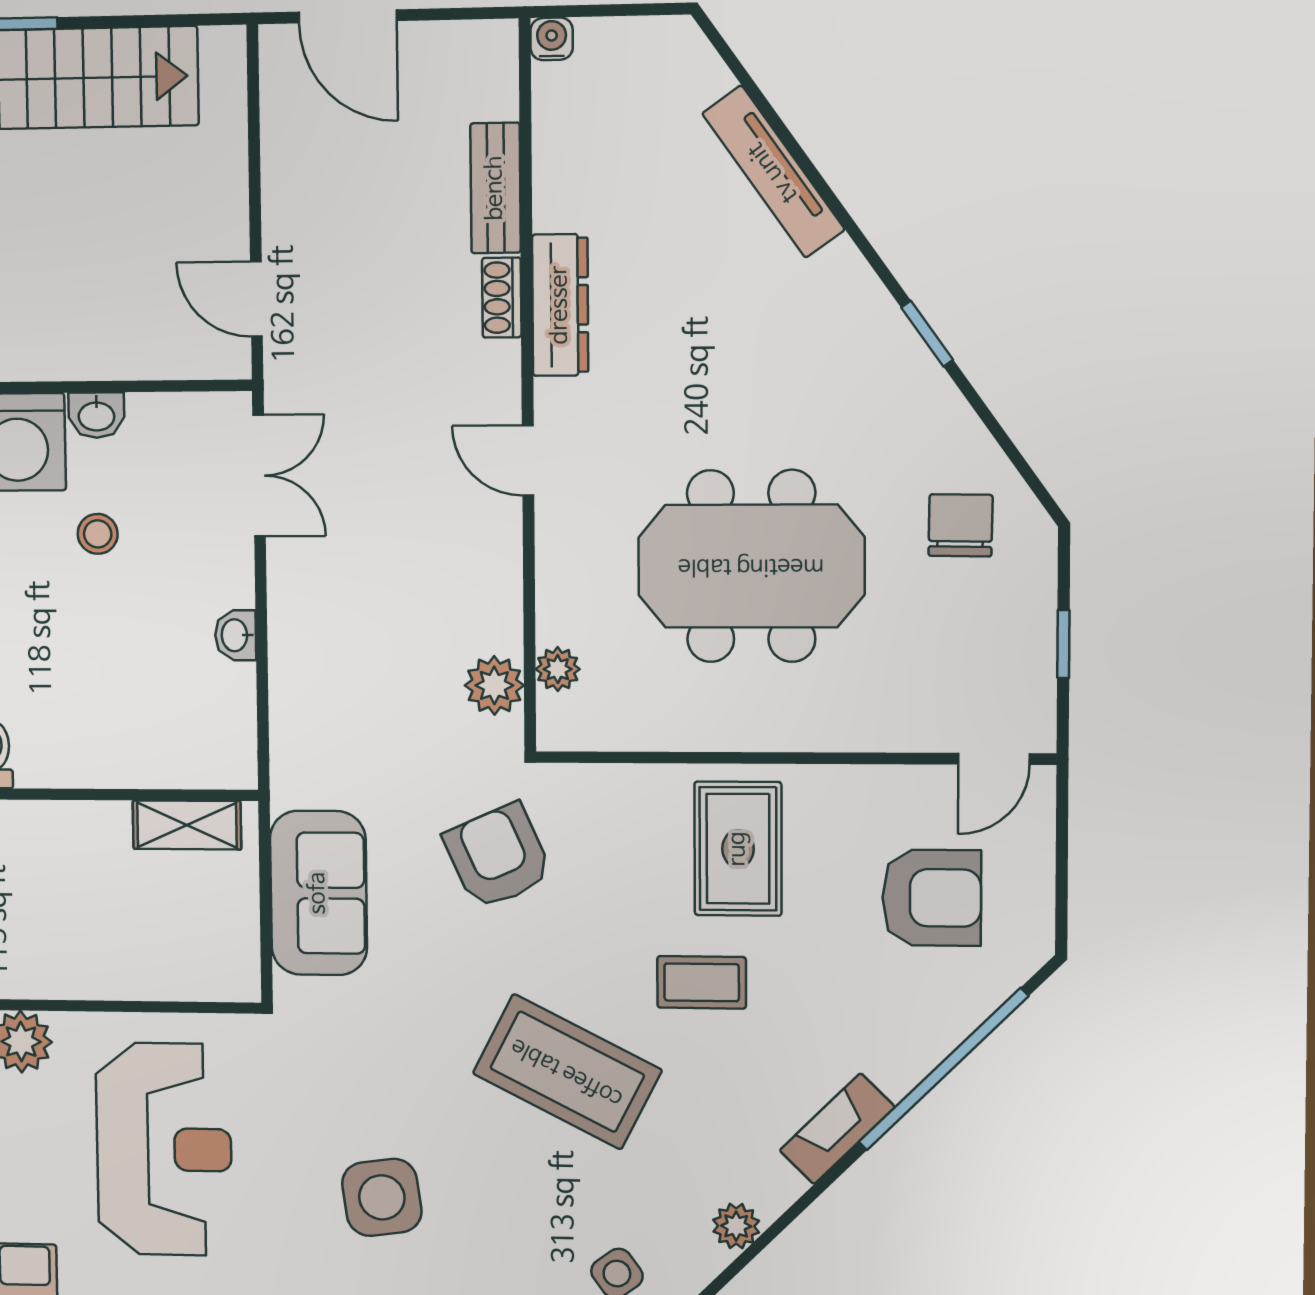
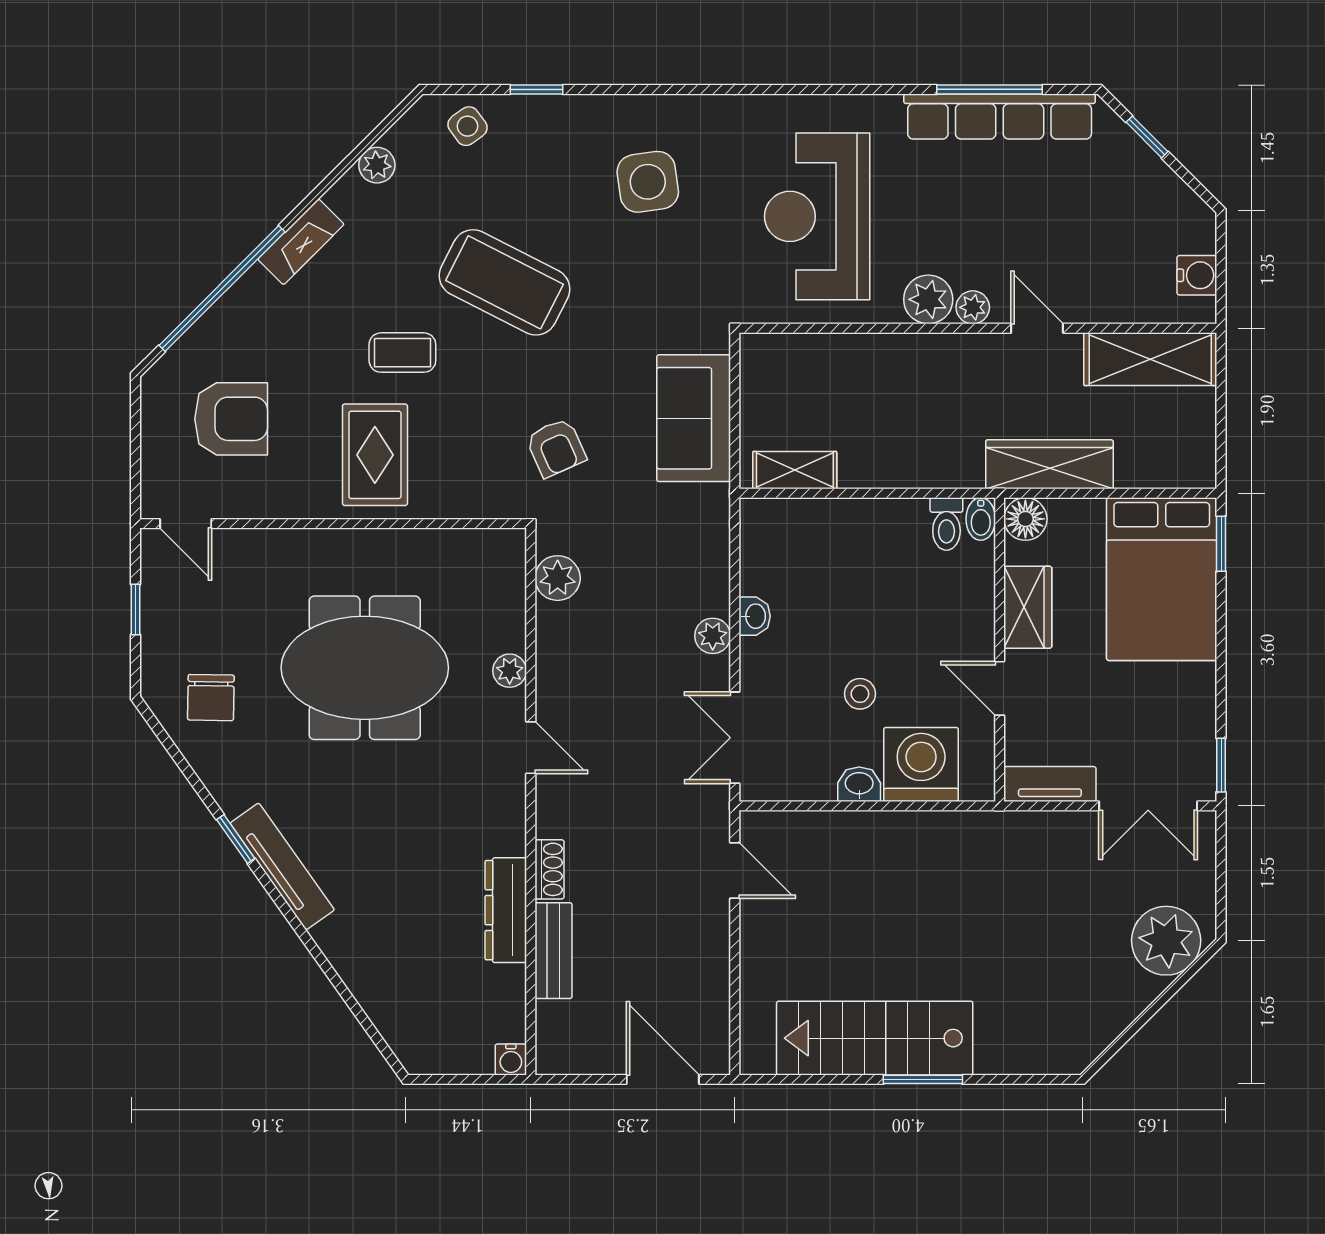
tv unit: (773, 172) -> (282, 866), moved
dresser: (560, 305) -> (506, 910), moved
plant: (290, 609) -> (713, 636), added
plant: (558, 669) -> (510, 671), moved
door: (994, 759) -> (186, 524), swing flipped
armchair: (498, 856) -> (556, 448), width x0.72, depth x0.72
armchair: (932, 898) -> (231, 419), turned 180

